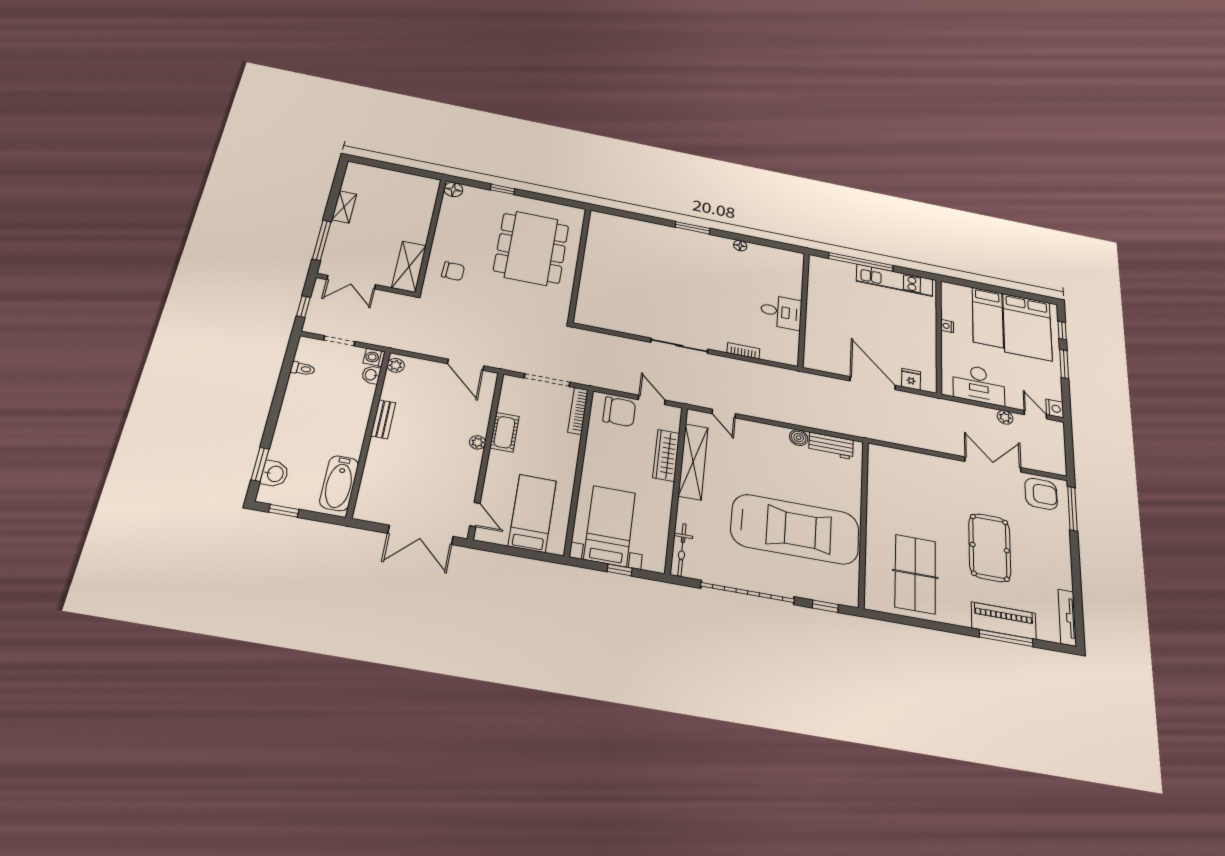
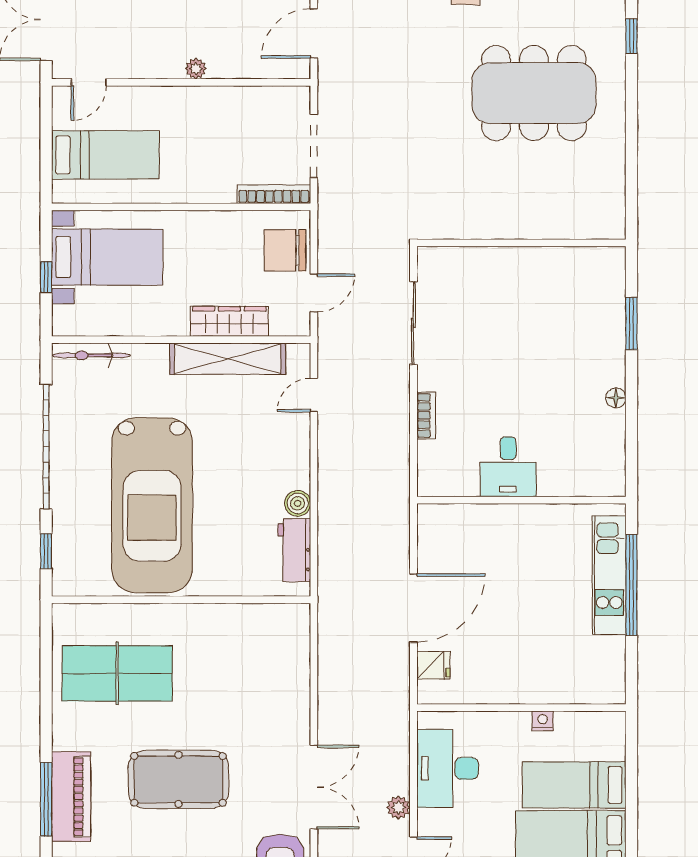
wall: (579, 265) -> (521, 243), moved
kitchen unit: (895, 280) -> (609, 575), moved
chair: (619, 412) -> (285, 250), turned 90
cot: (504, 432) -> (219, 101), removed

